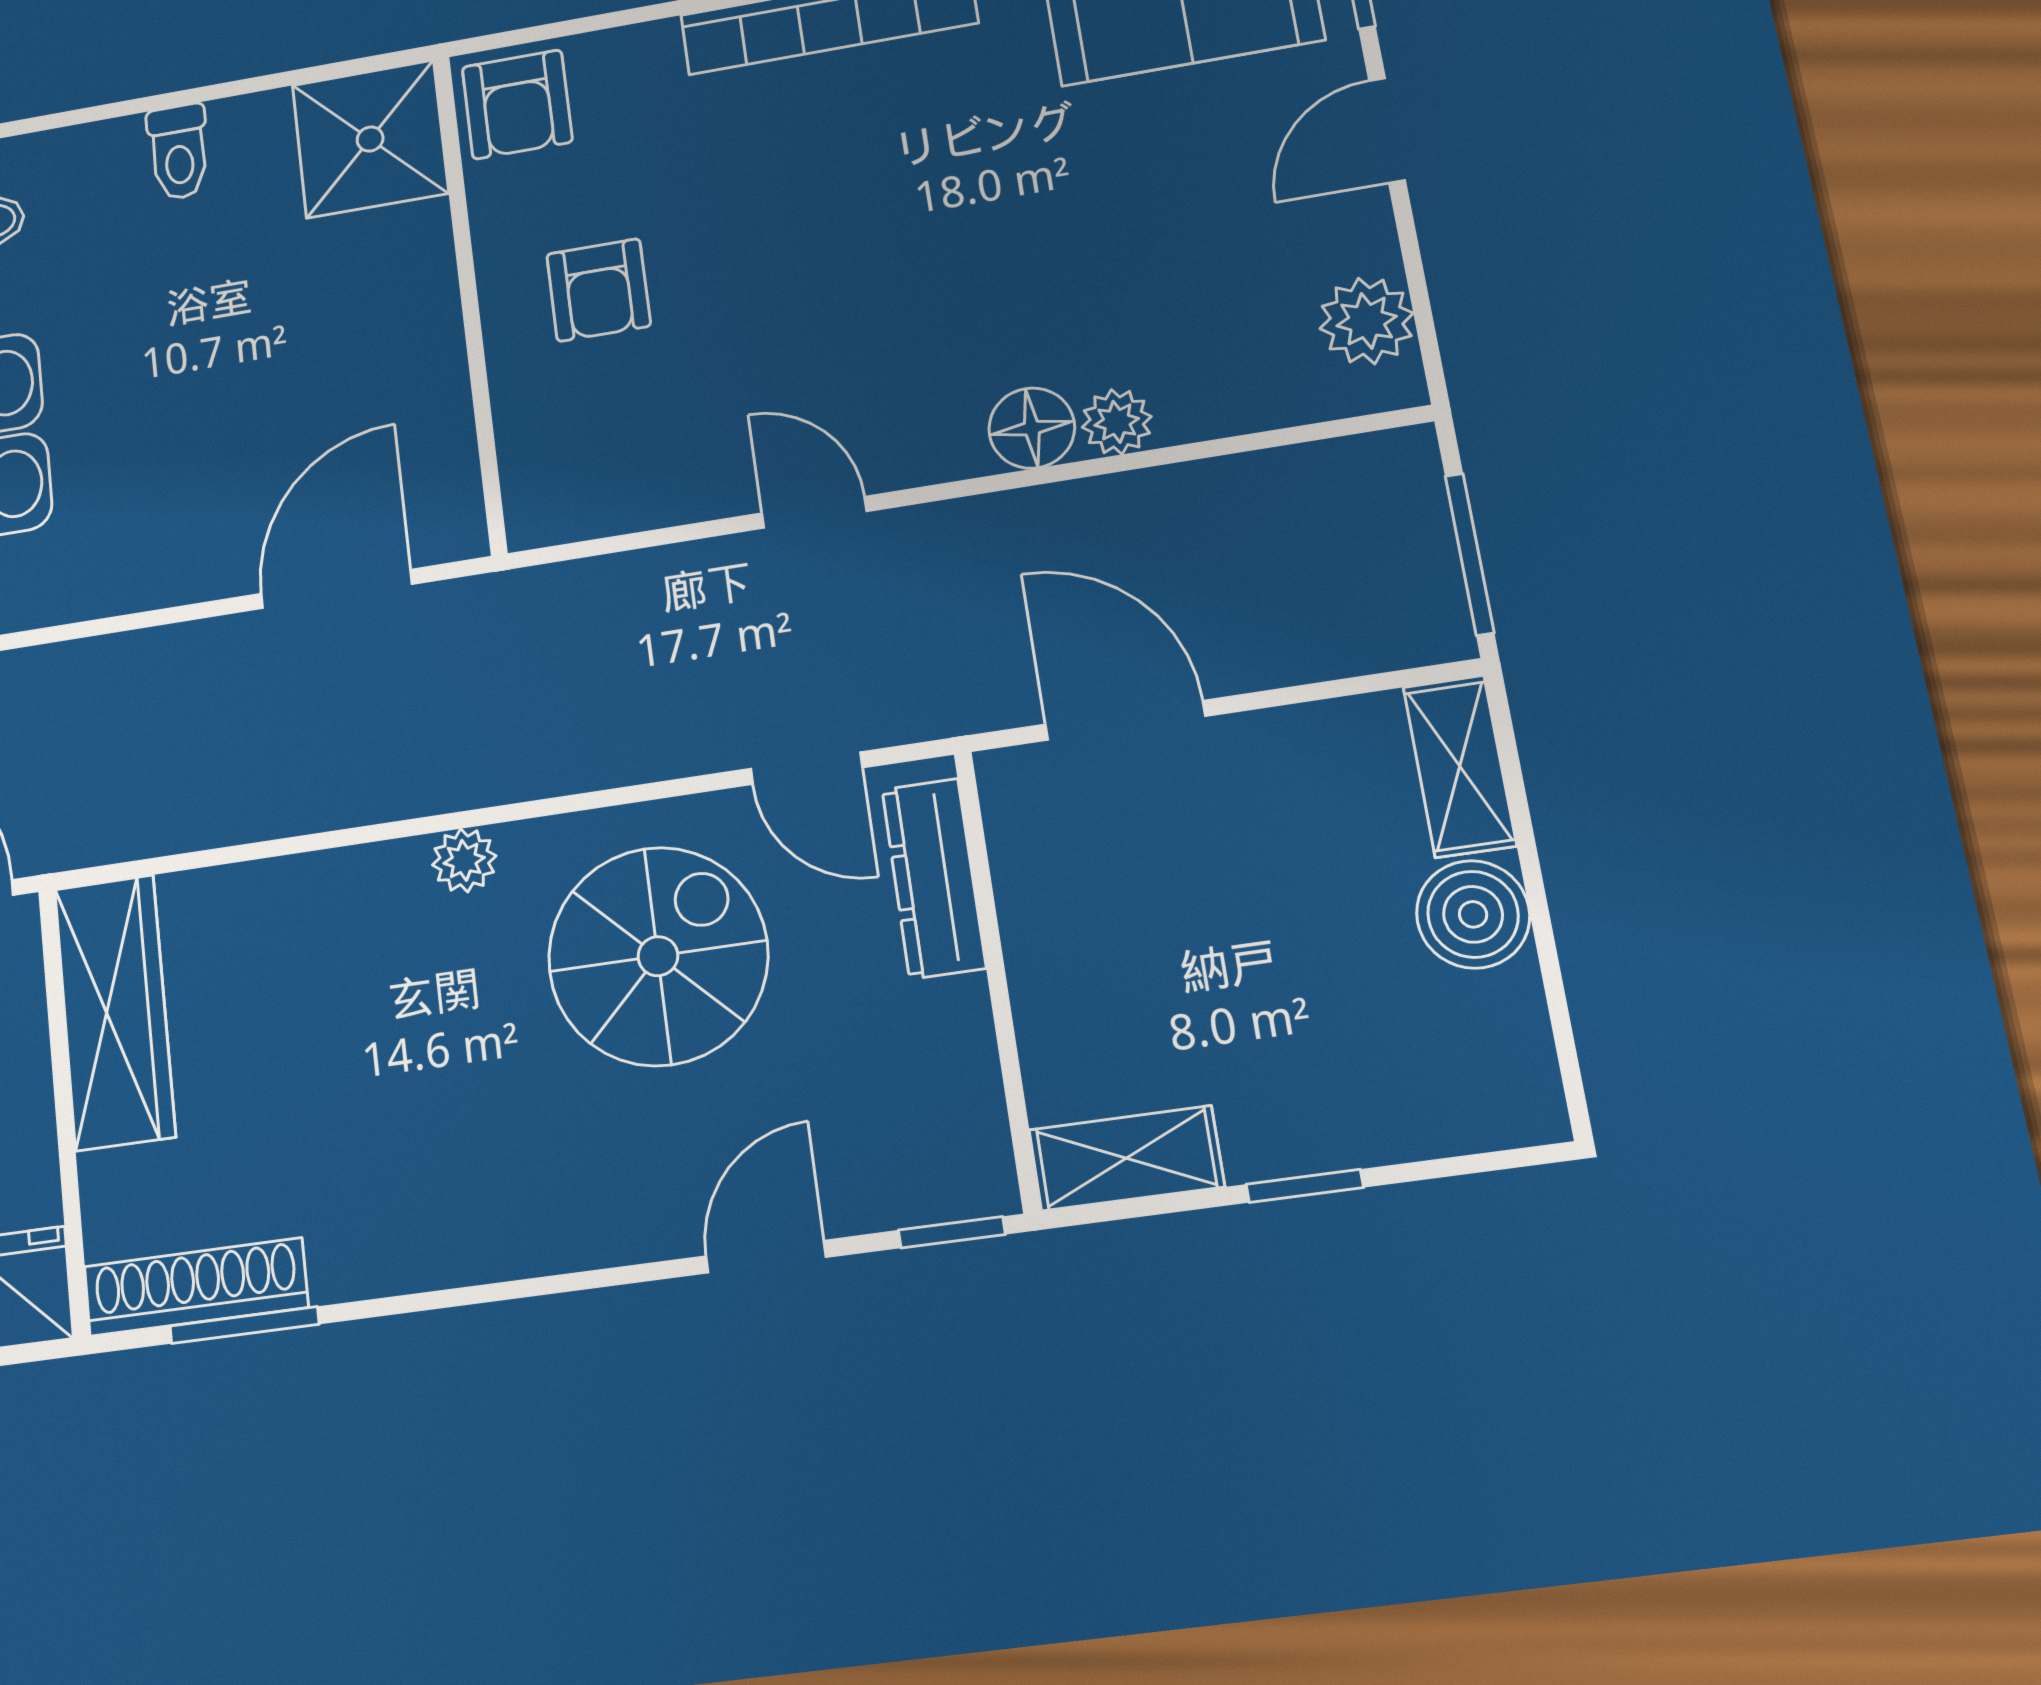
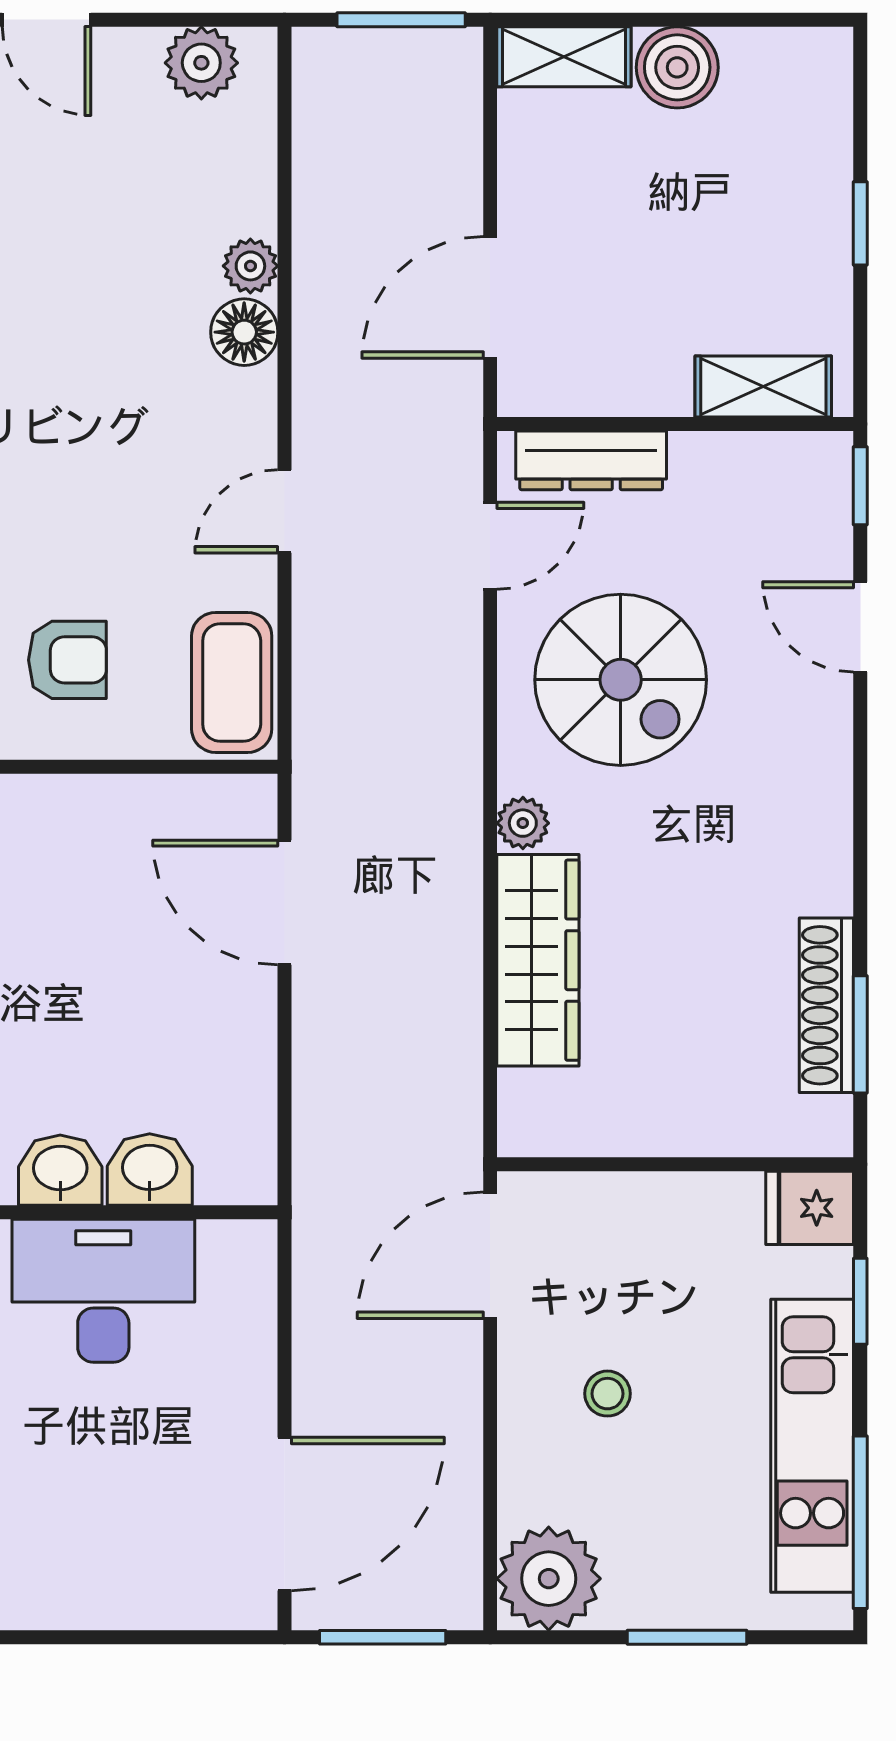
coffee table: (595, 484) -> (232, 682), added
spiral stairs: (658, 956) -> (621, 680), turned 180
wardrobe: (115, 1012) -> (538, 960), moved, turned 90
shelving: (1126, 1158) -> (763, 387), moved, turned 90
shoe rack: (196, 1287) -> (826, 1005), moved

